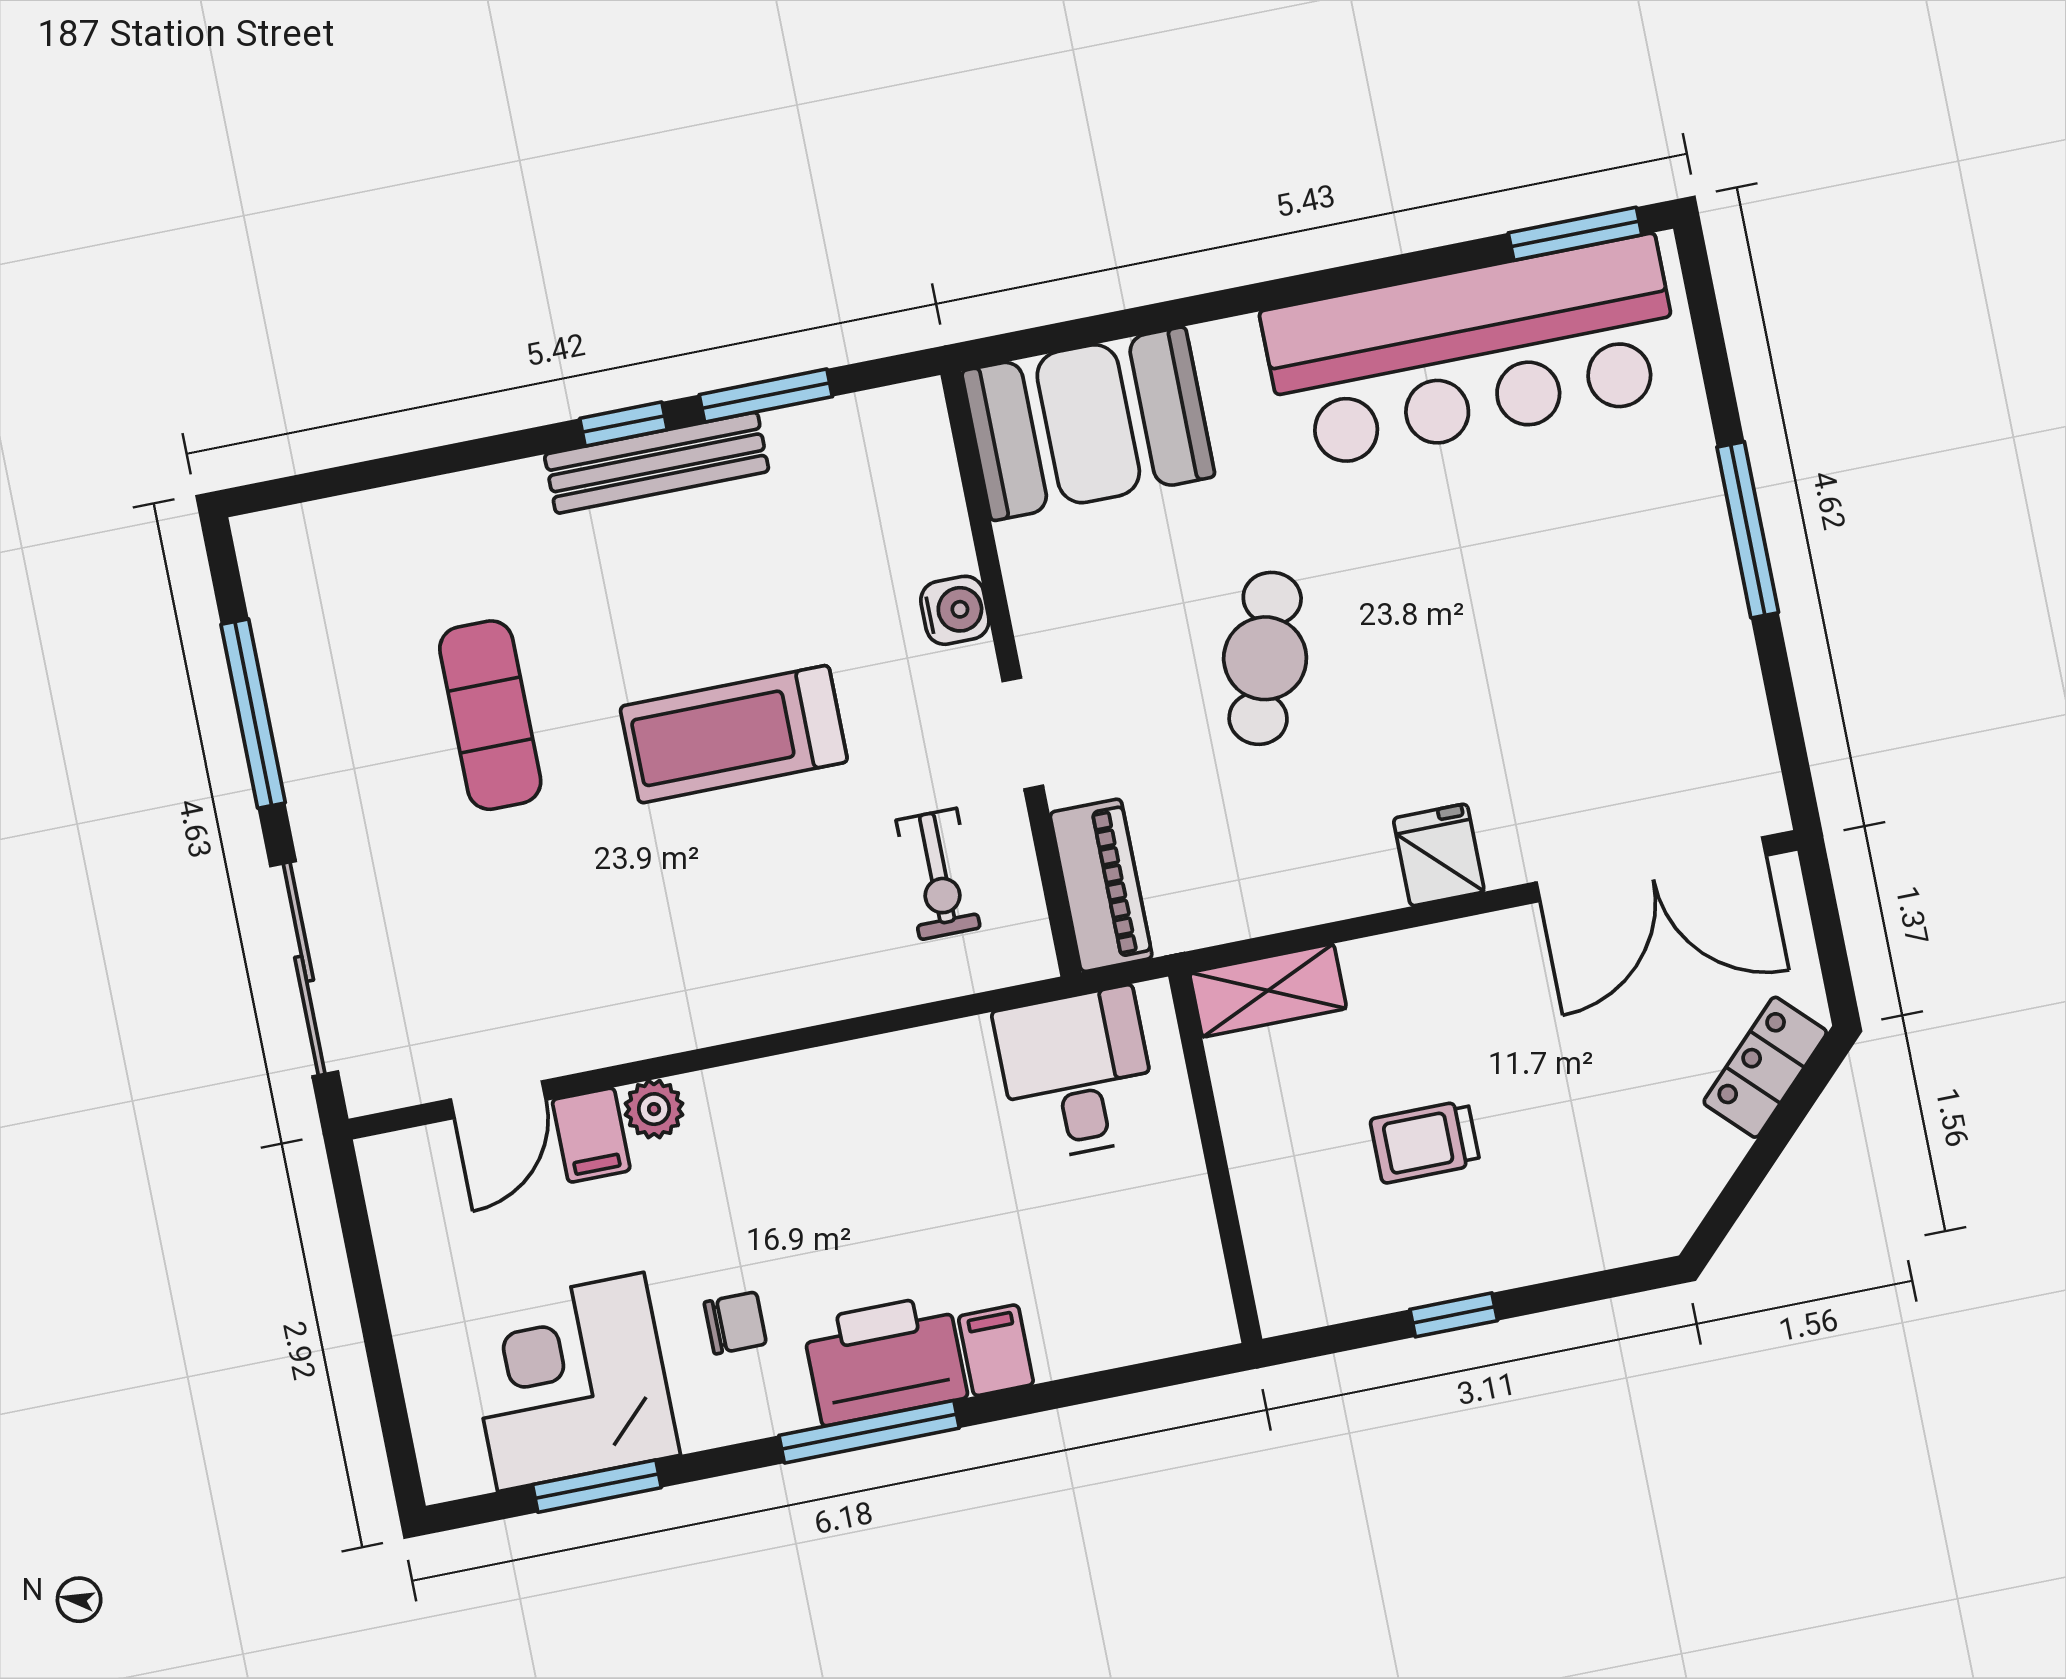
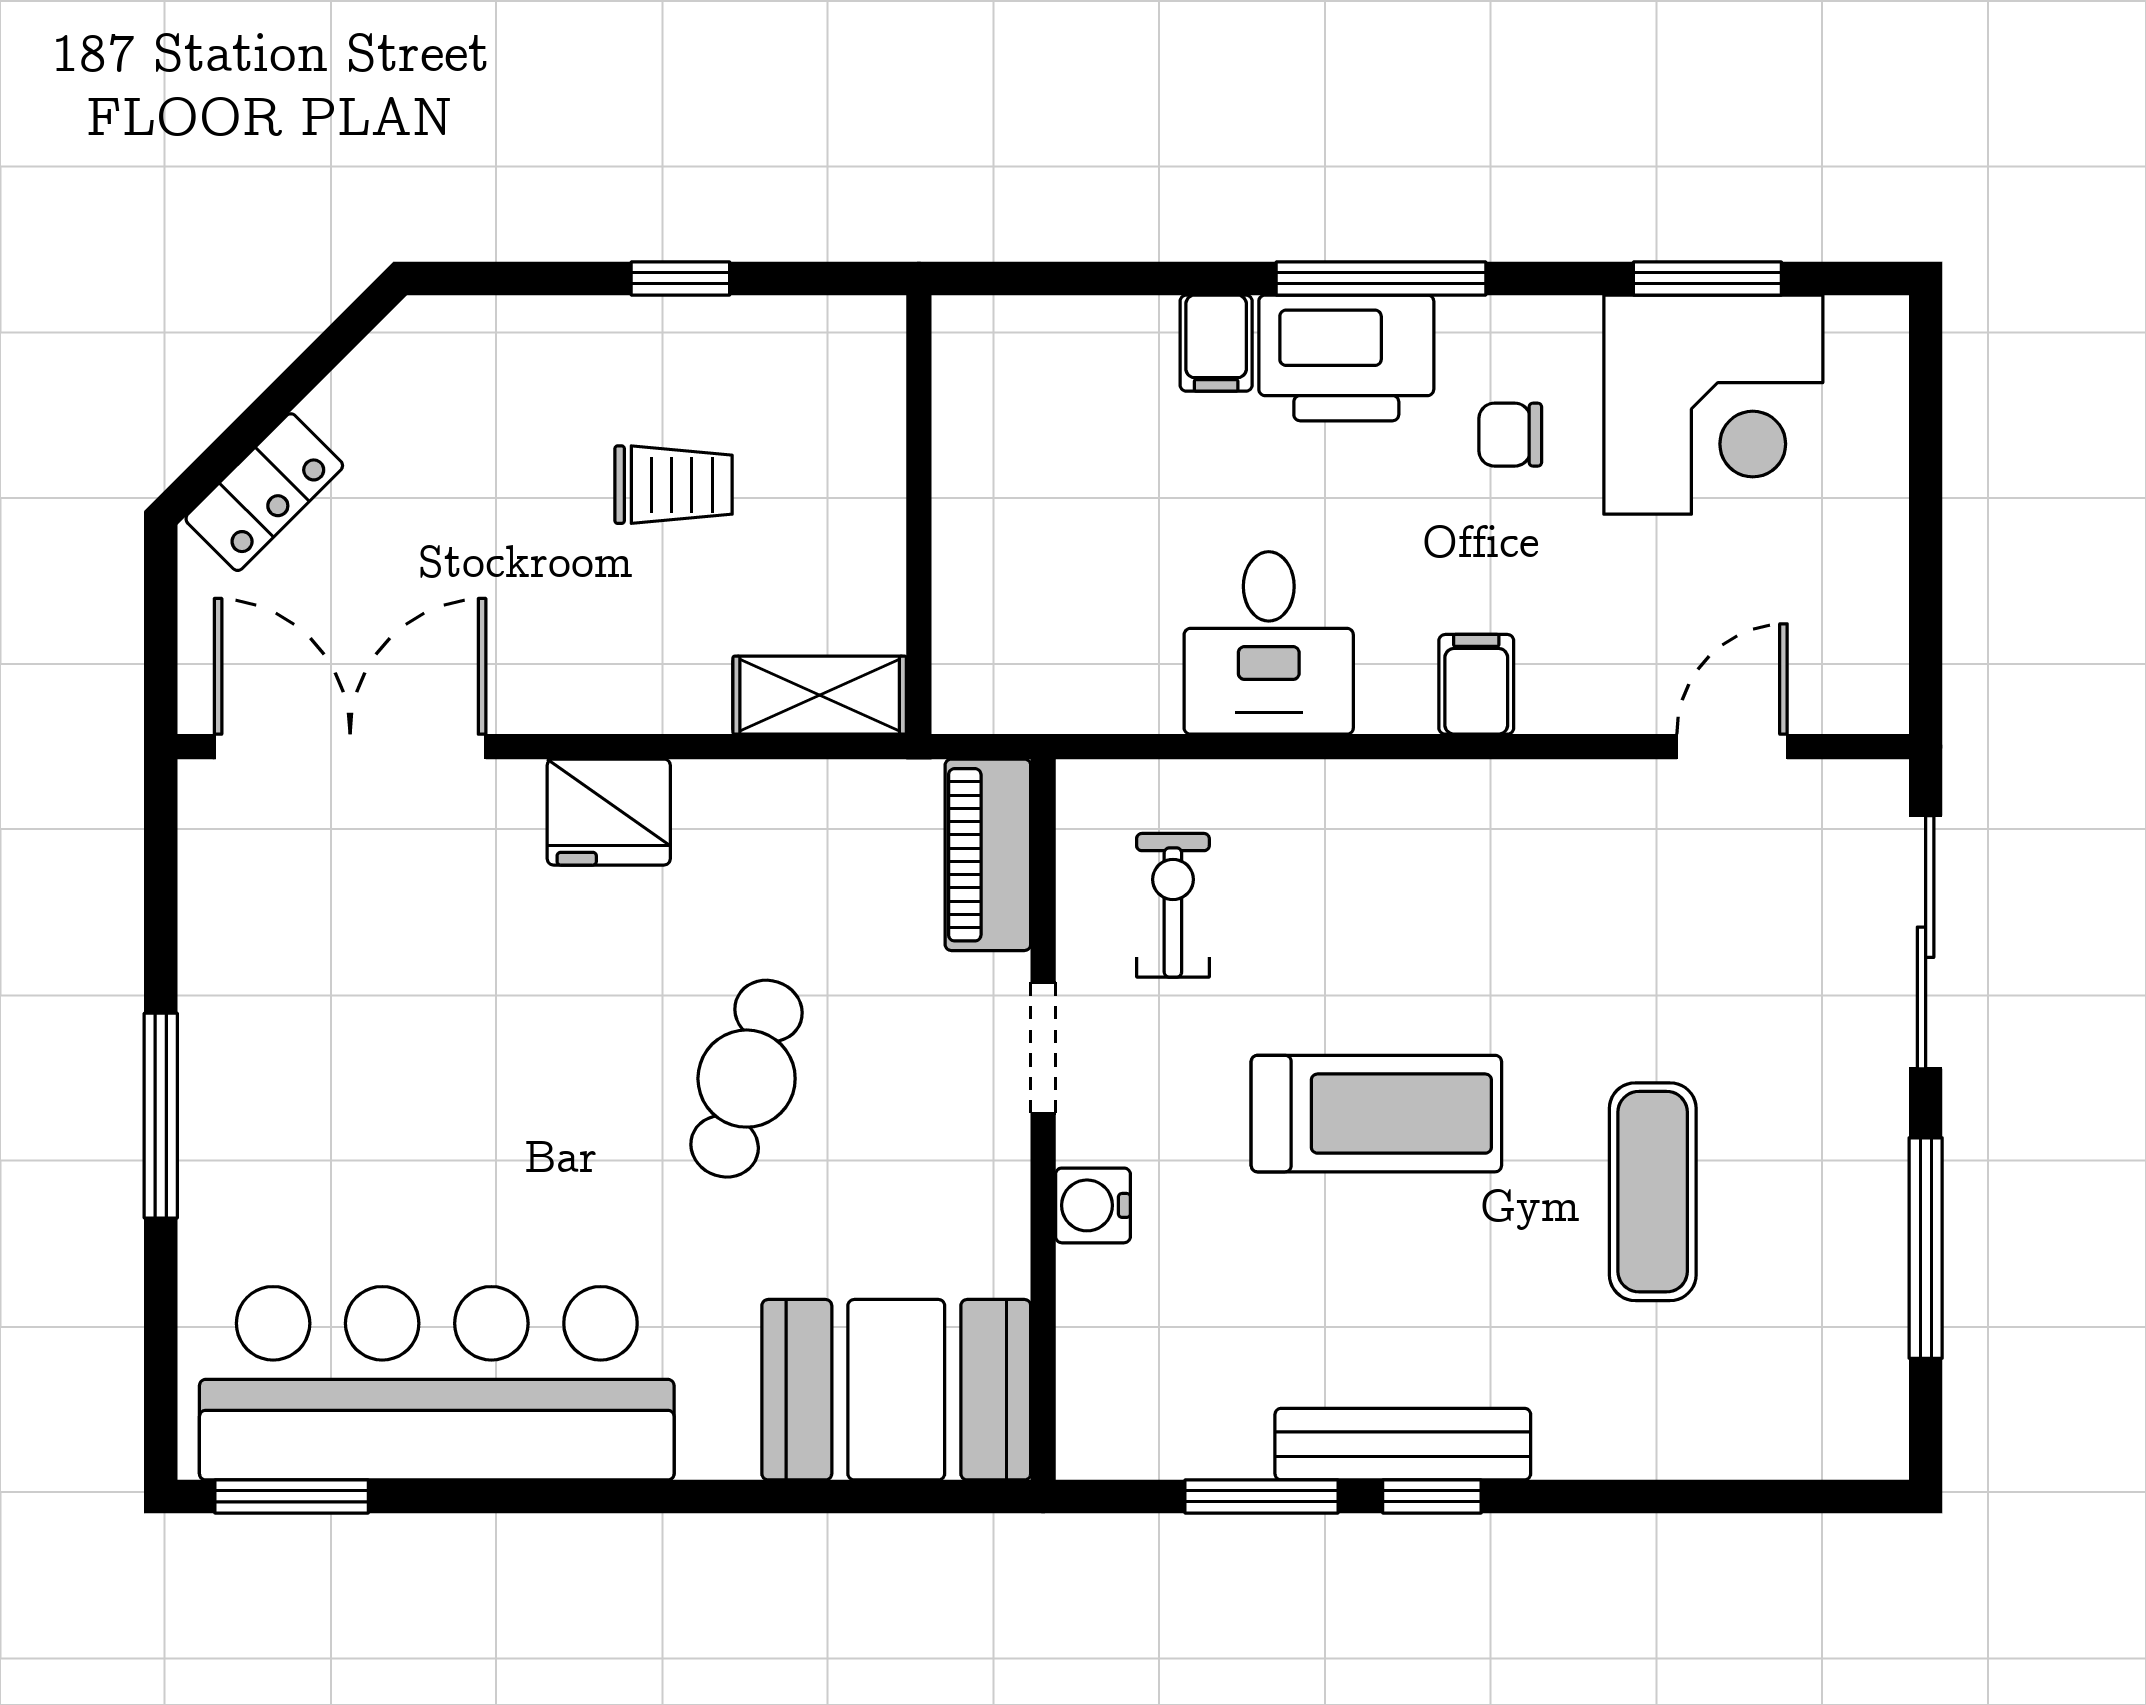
fridge: (1439, 855) -> (609, 812), width x1.38
desk: (1077, 1074) -> (1269, 643), moved
plant: (654, 1109) -> (1555, 700), removed
filing cabinet: (591, 1135) -> (1476, 684), moved

